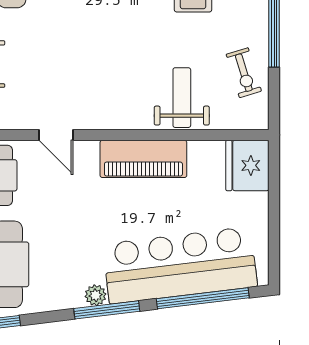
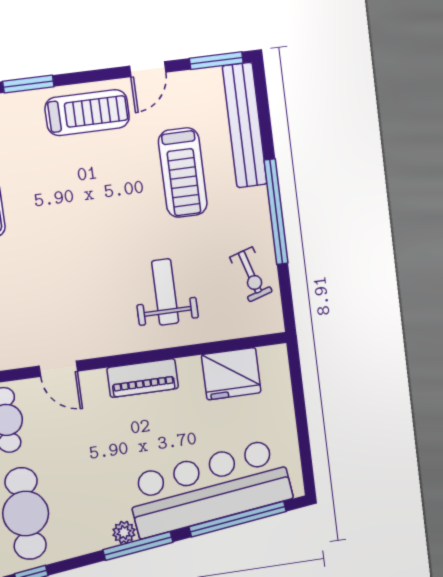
weight bench: (182, 98) -> (165, 292), moved
piano: (143, 159) -> (143, 378), width x0.73, depth x0.75
fridge: (247, 165) -> (231, 374), moved, turned -90

